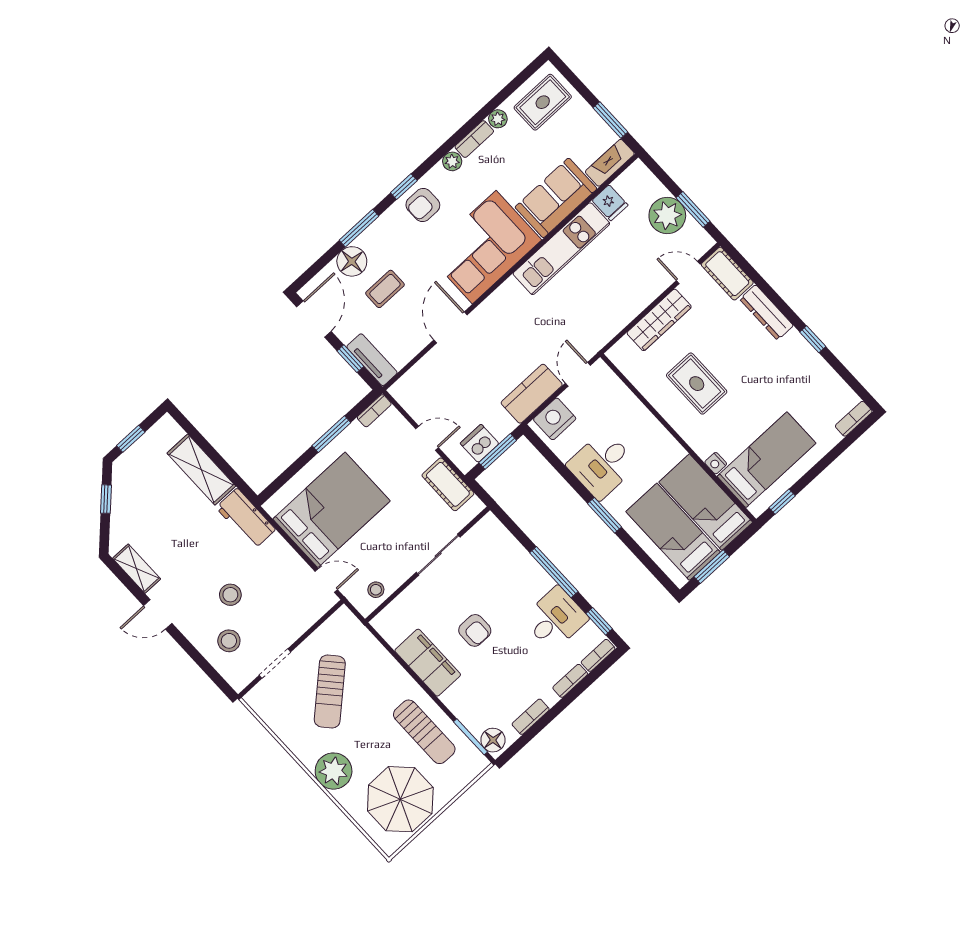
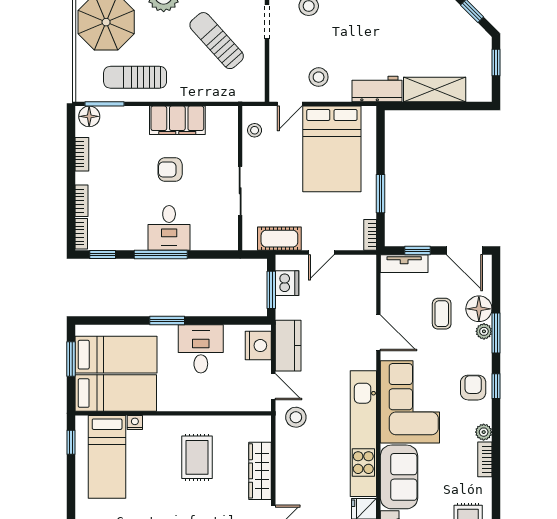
plant: (498, 119) -> (484, 331), moved
kitchen unit: (561, 249) -> (363, 434), width x1.36
stool: (586, 331) -> (296, 417), added
rug: (697, 384) -> (197, 457), turned 90
stool: (230, 595) -> (319, 77), moved
desk: (555, 619) -> (169, 228), moved

